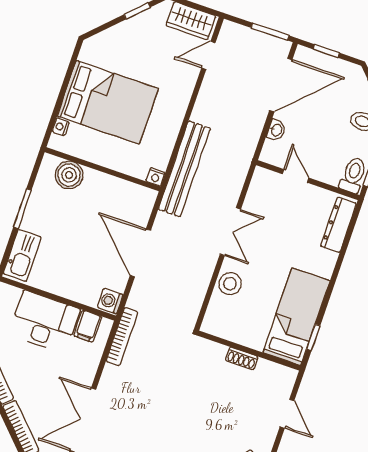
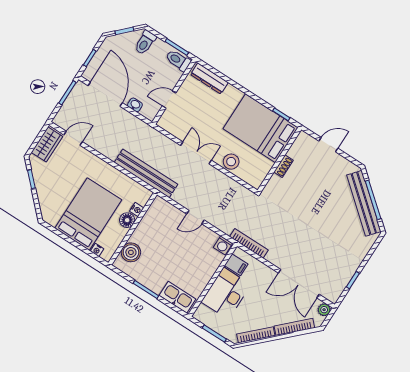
door: (208, 55) -> (73, 138), swing flipped
floor lamp: (113, 159) -> (127, 220), added
nightstand: (156, 177) -> (137, 210), moved
door: (140, 253) -> (195, 217), width x0.53
bed: (296, 317) -> (261, 128), width x1.50

